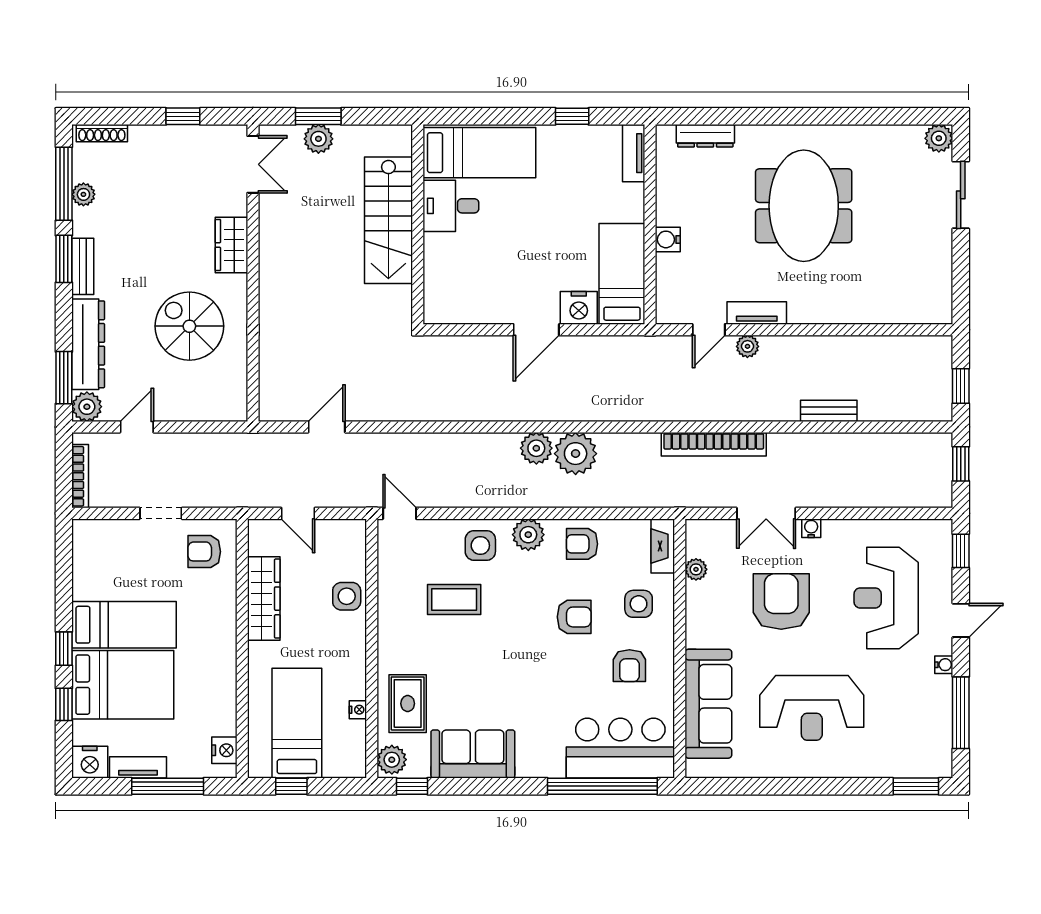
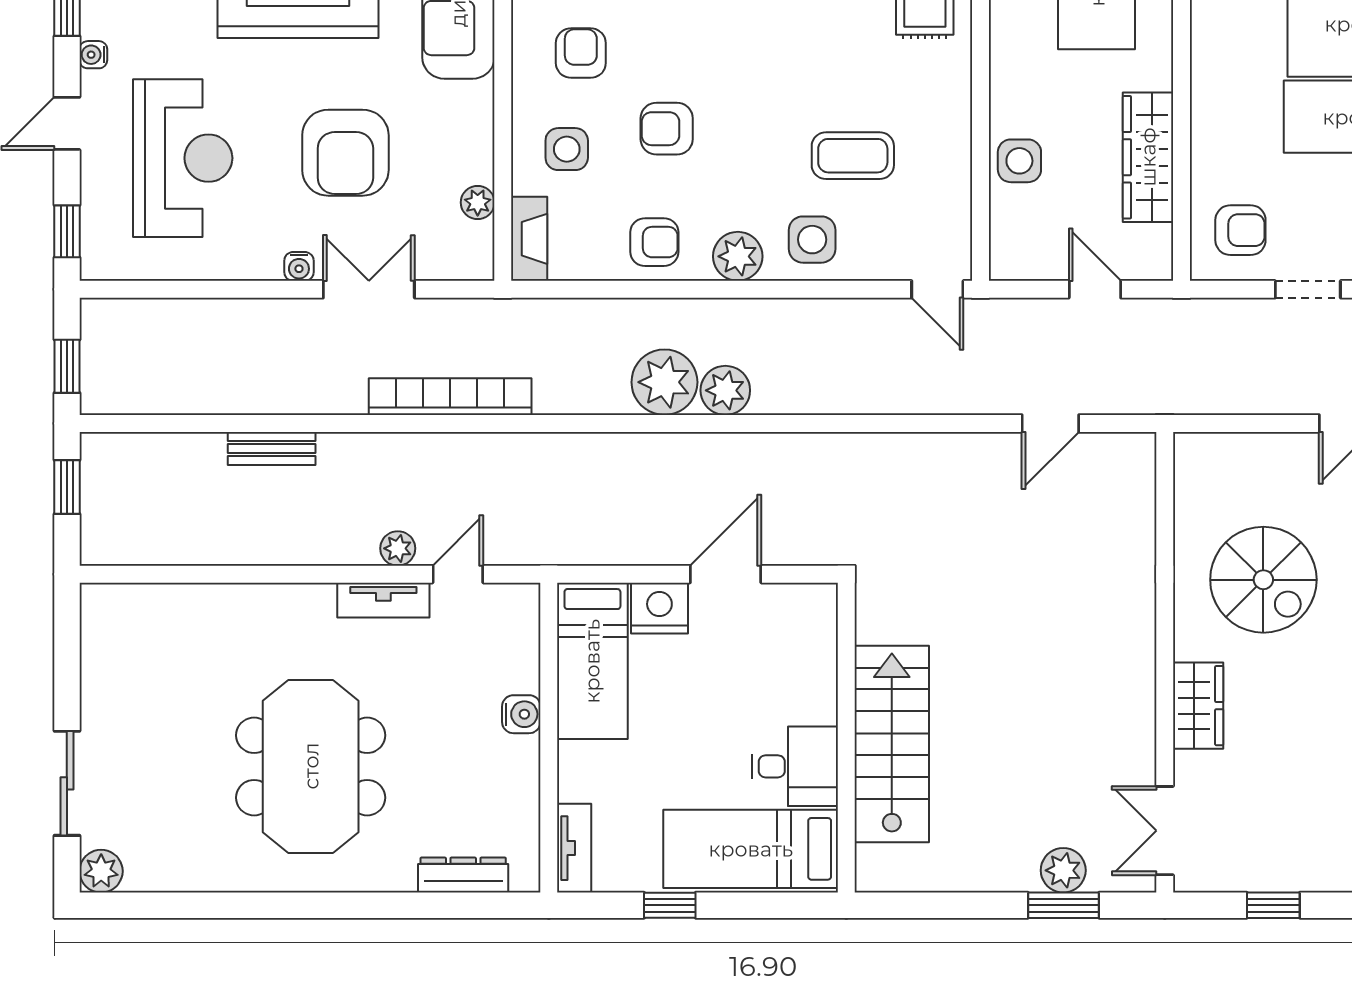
bed: (479, 153) -> (751, 849), moved
desk: (451, 206) -> (795, 766), moved
stairs: (388, 220) -> (892, 744), moved
wall: (418, 224) -> (846, 738), moved

